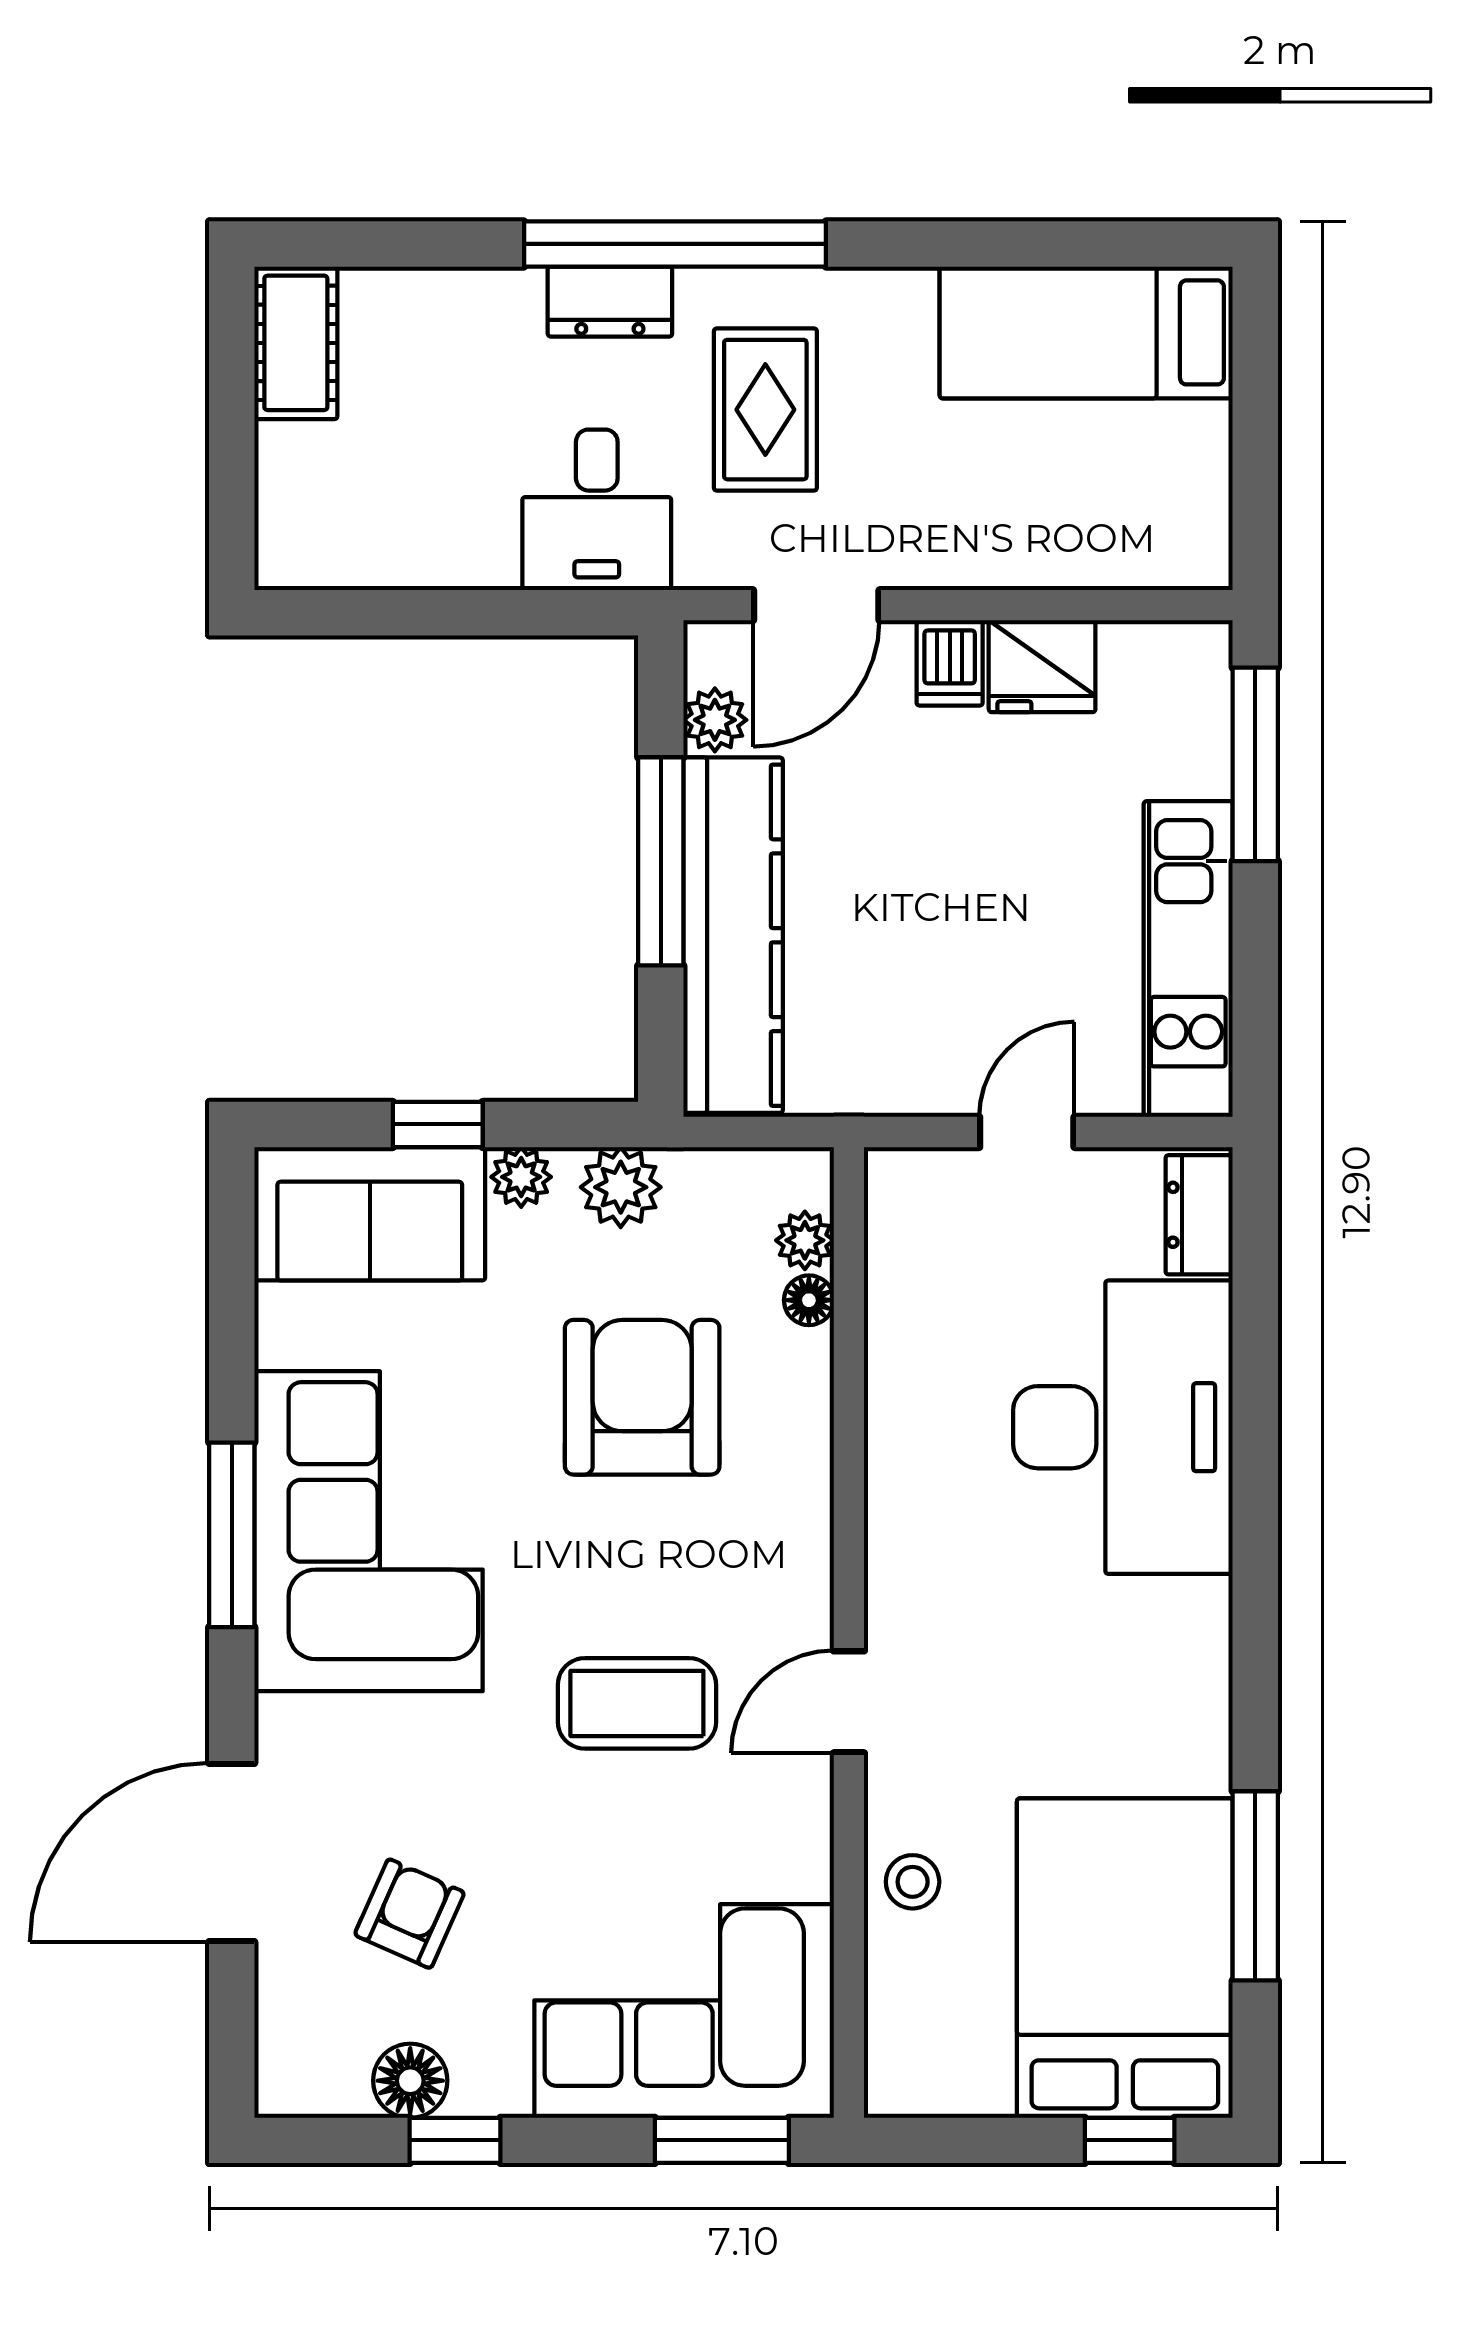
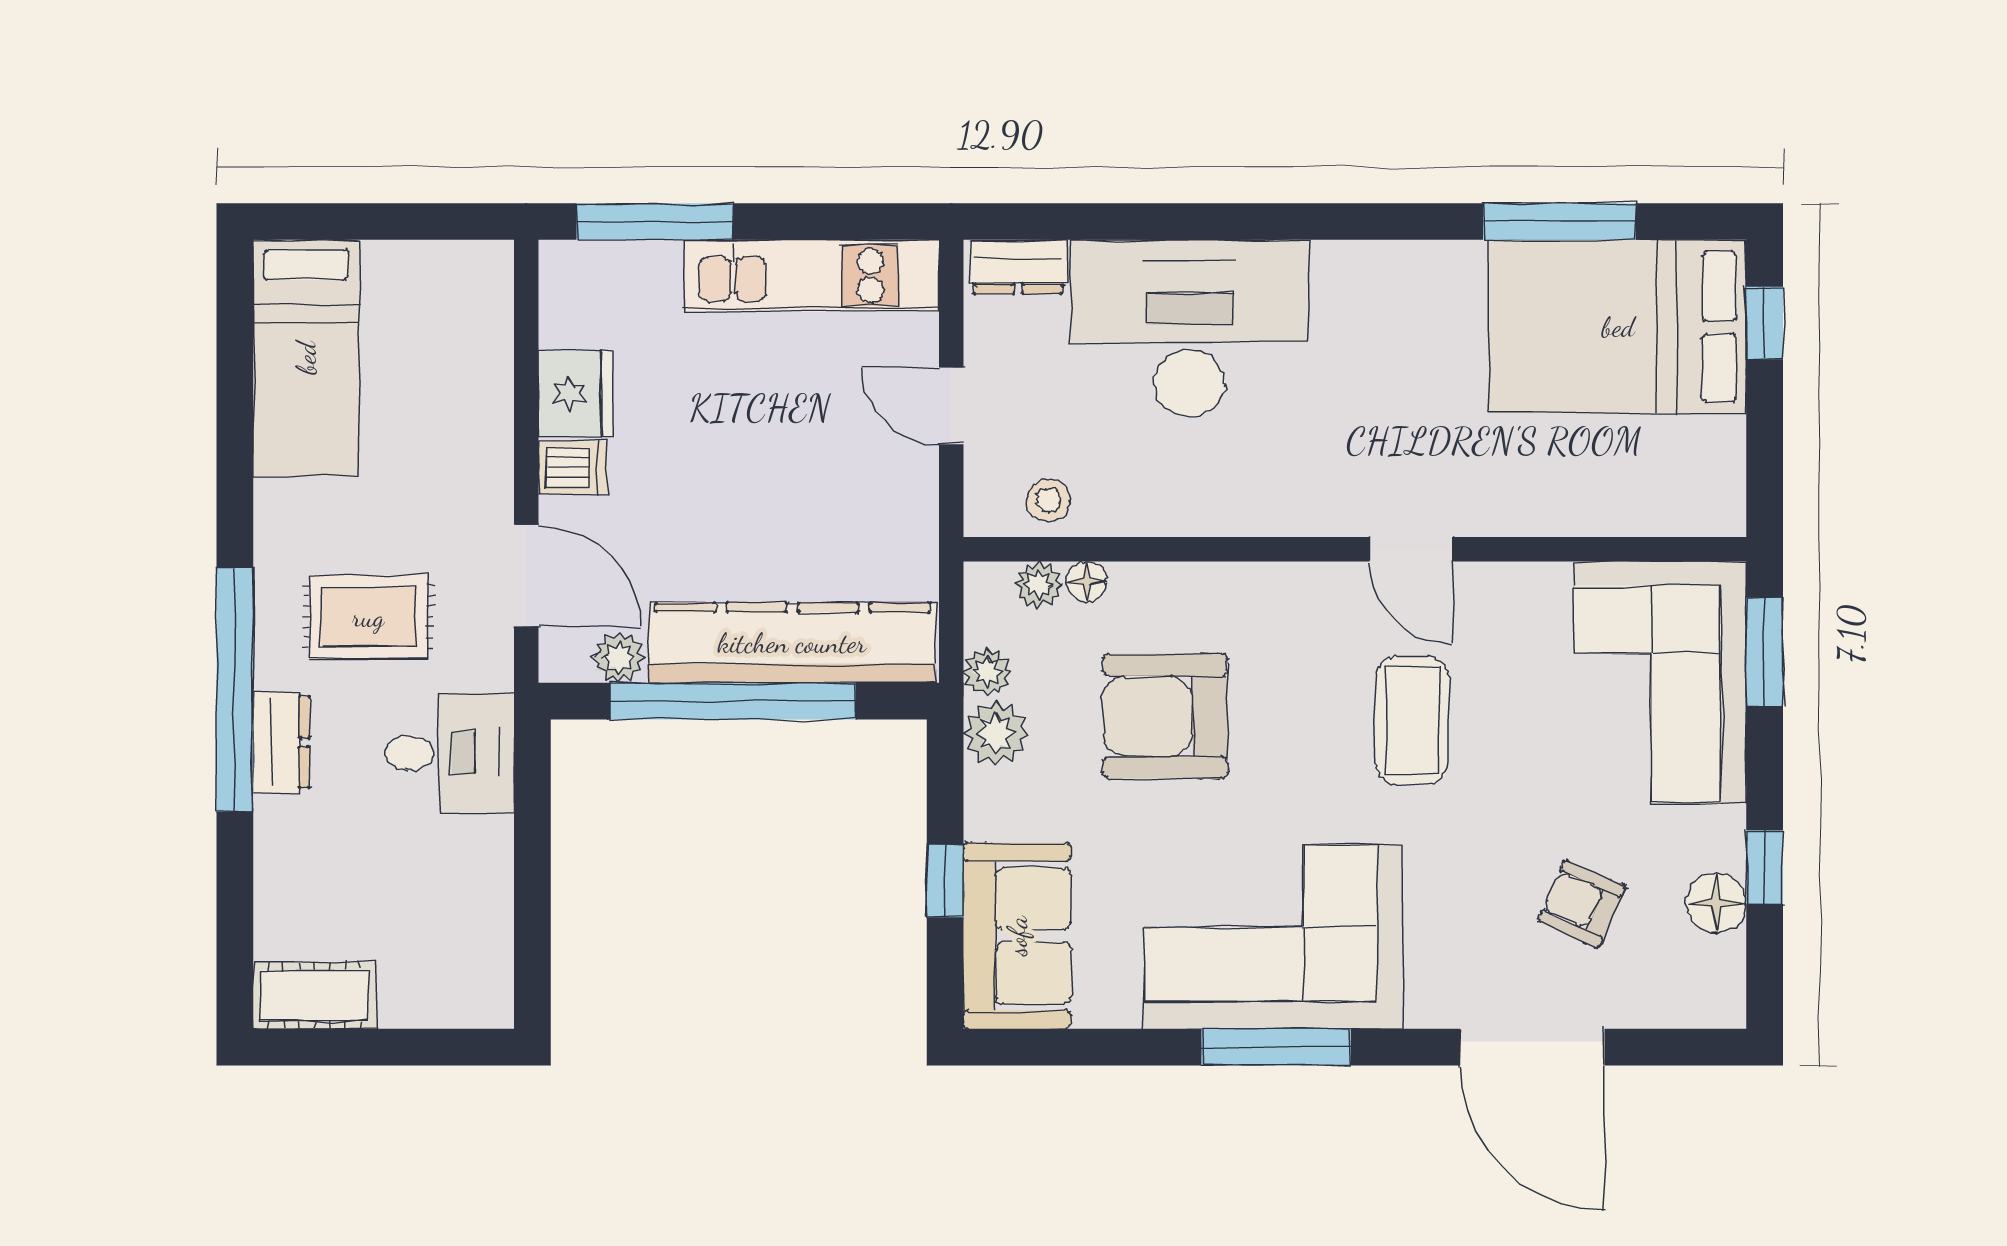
window: (661, 861) -> (733, 701), width x1.46
plant: (521, 1177) -> (987, 672), moved
stool: (913, 1882) -> (1048, 500), moved

